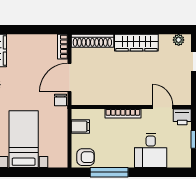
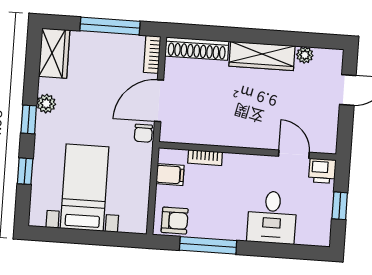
window: (33, 30) -> (110, 26), added
plant: (179, 40) -> (305, 55), moved
bookcase: (123, 113) -> (205, 158), moved, width x0.64

